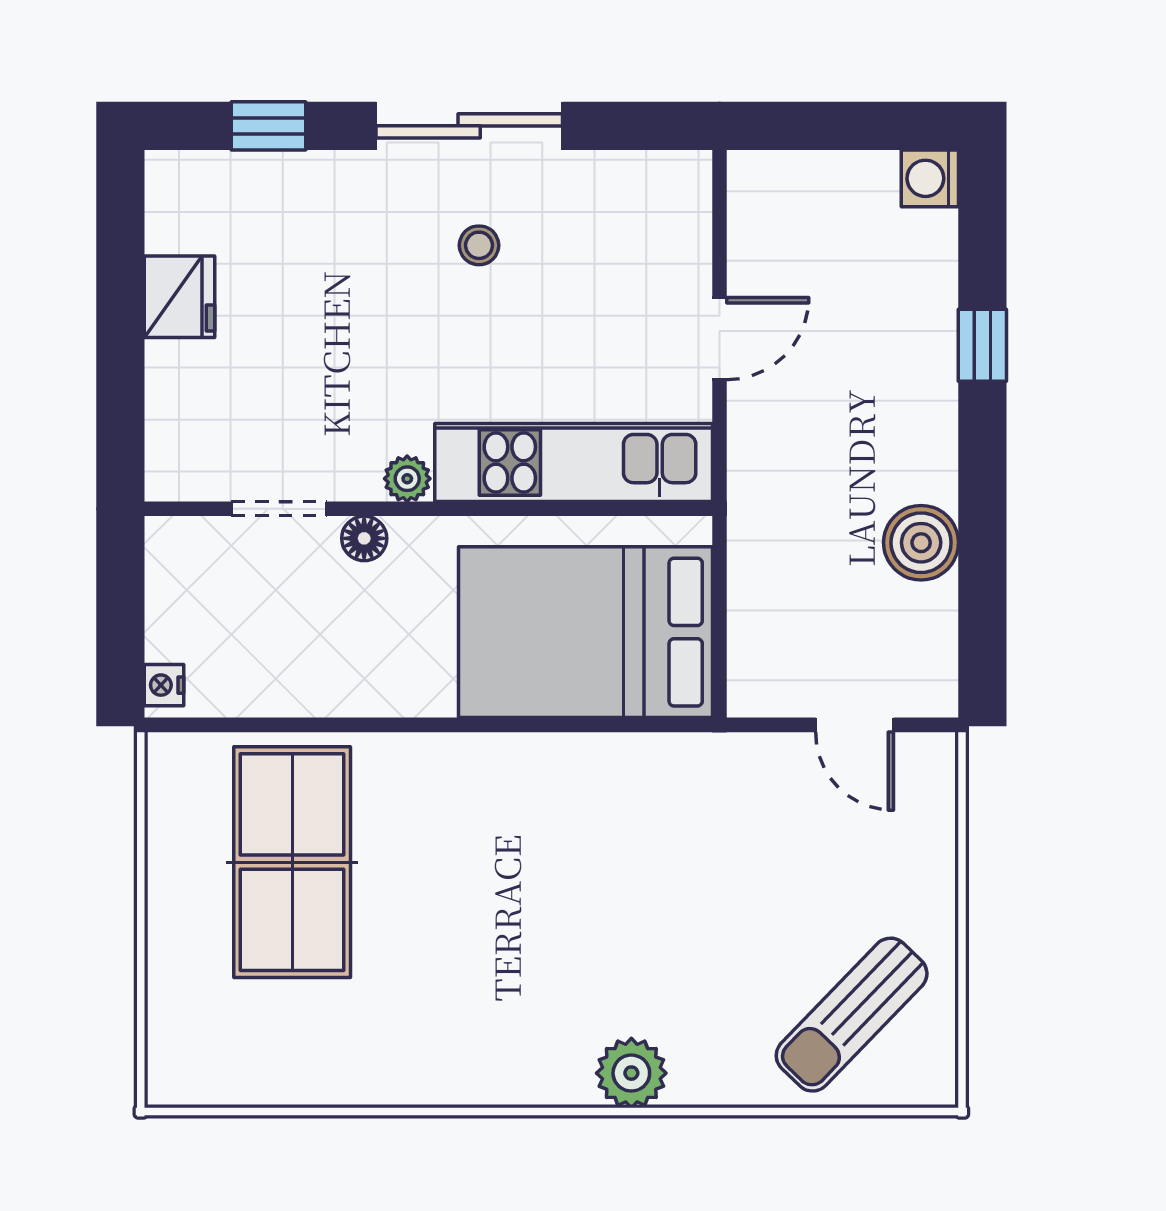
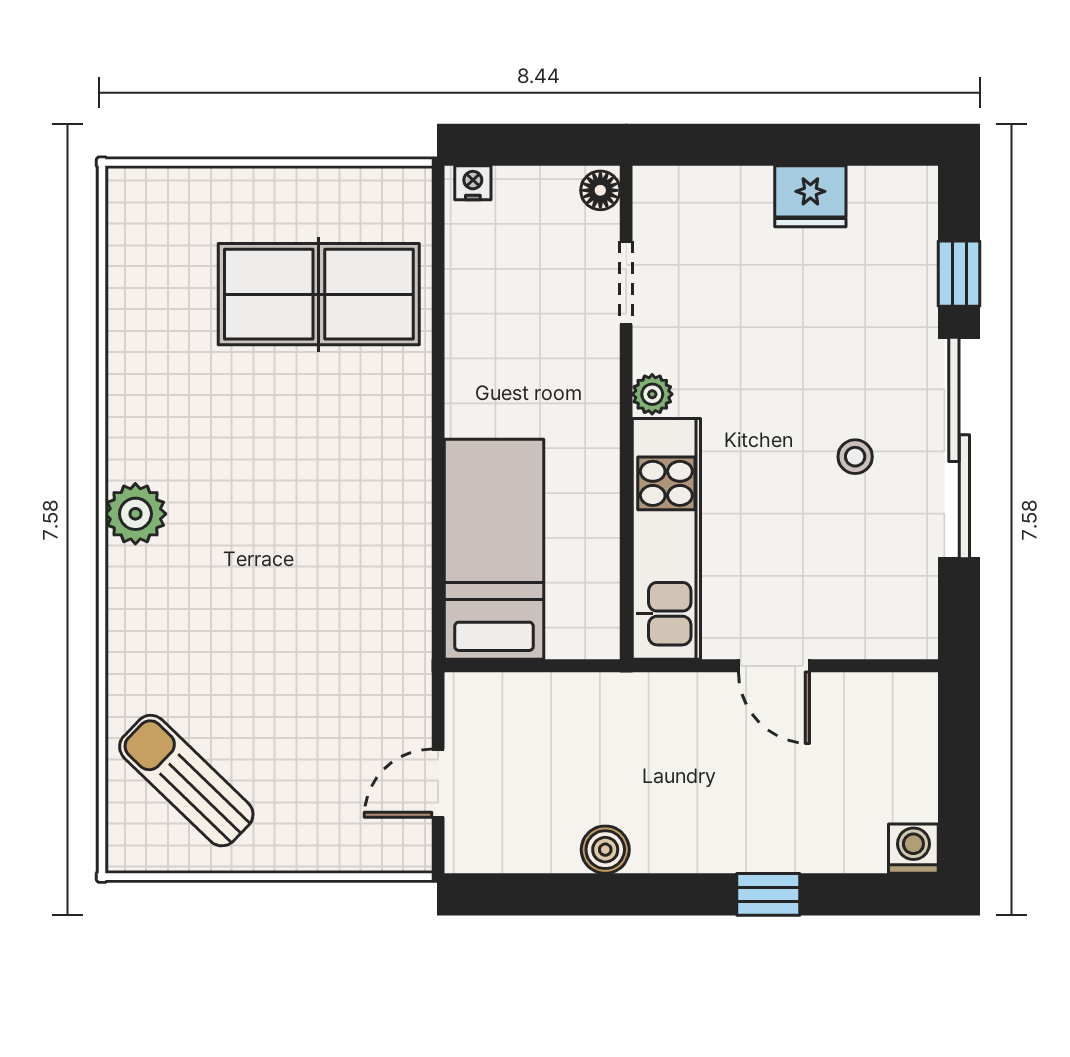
sliding door: (469, 126) -> (959, 448), width x1.36
floor lamp: (364, 538) -> (600, 190), moved
boiler: (921, 543) -> (605, 850), width x0.73, depth x0.73
bed: (586, 632) -> (494, 549), width x0.67
plant: (631, 1073) -> (135, 514), moved

